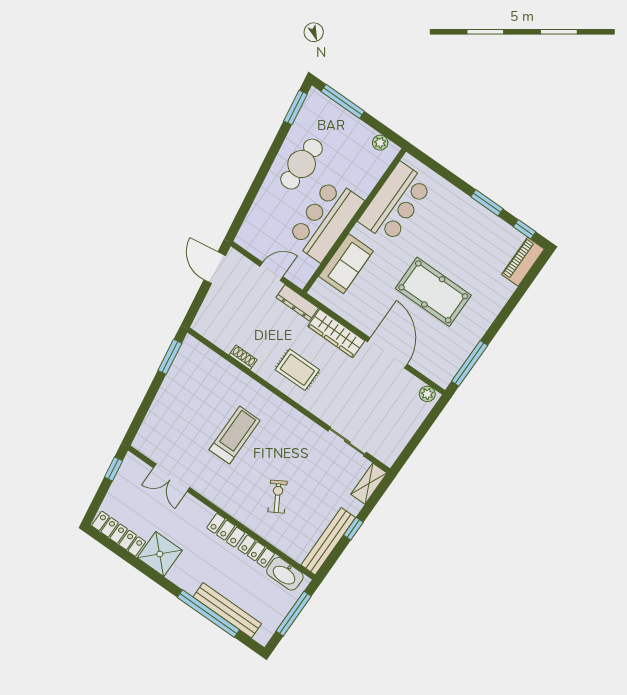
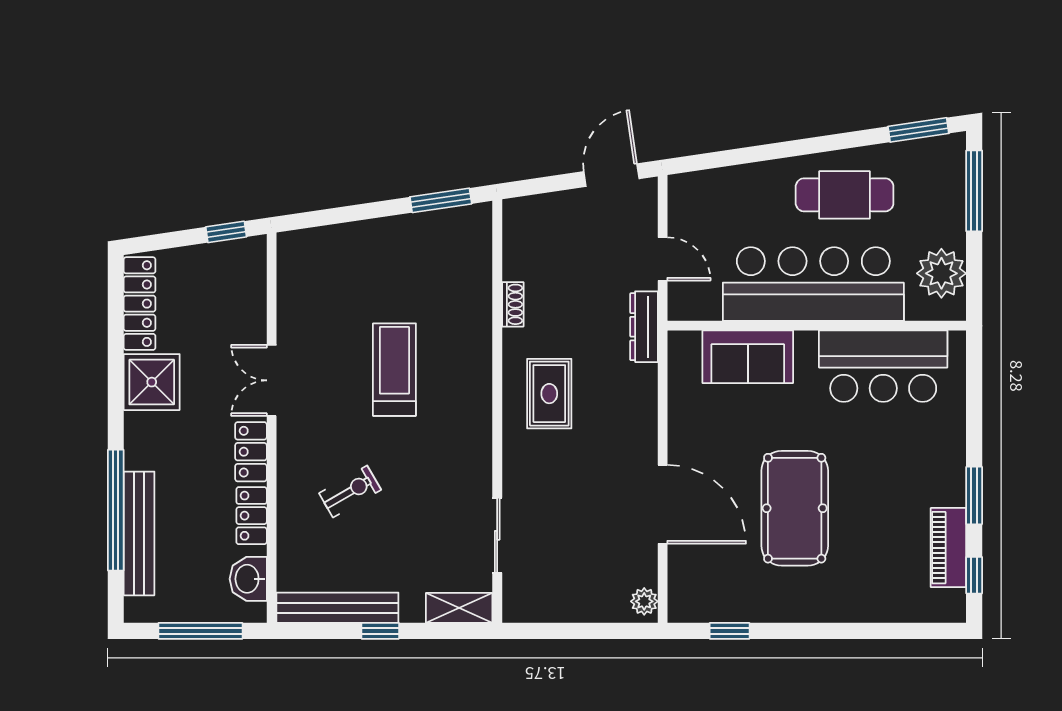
plant: (380, 143) -> (941, 273), width x1.88, depth x1.88
bar counter: (325, 220) -> (813, 284), width x1.36
piano: (523, 262) -> (948, 548), moved, turned -90
wardrobe: (336, 333) -> (639, 412), removed
door: (387, 353) -> (663, 504), hinge flipped
window: (470, 363) -> (730, 631), width x0.46
treadmill: (235, 435) -> (394, 370), turned -90
double door: (172, 478) -> (272, 380), moved
washbasin: (285, 574) -> (248, 579), width x0.72

